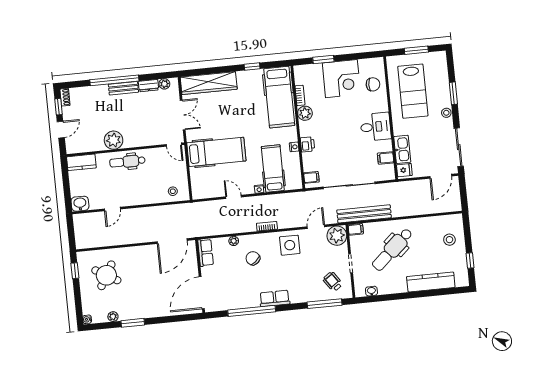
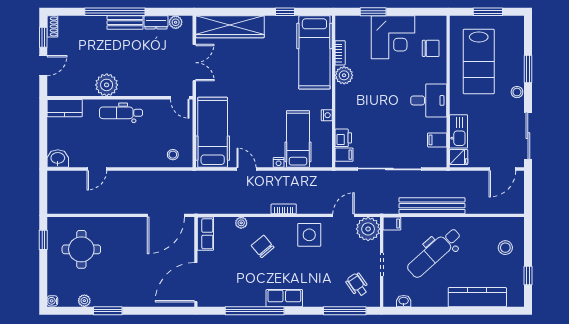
printer: (307, 144) -> (343, 138), moved
hospital bed: (216, 152) -> (213, 132), moved, turned -90
bench: (364, 214) -> (432, 206), moved
round table: (106, 275) -> (81, 249), turned -30

